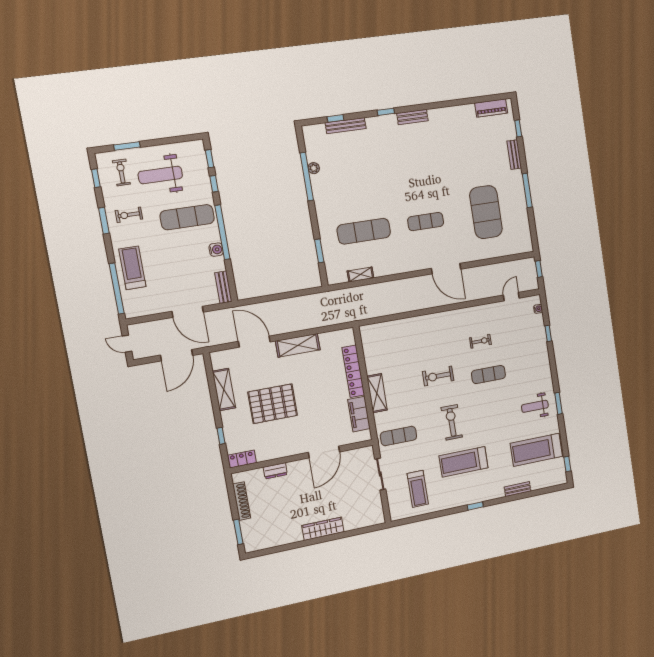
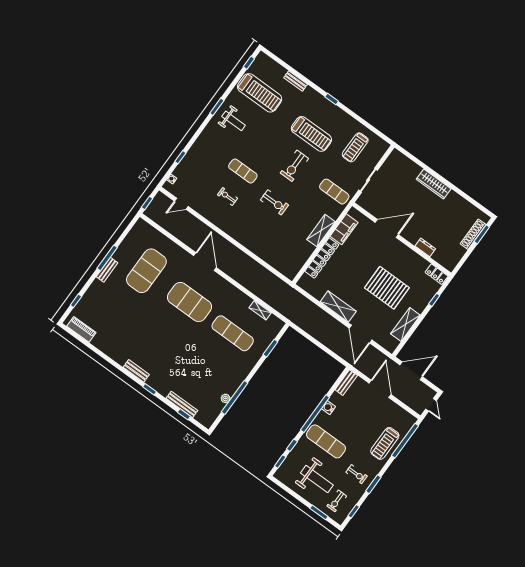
bench: (514, 155) -> (107, 270), moved
exercise mat: (426, 222) -> (190, 302), width x2.00, depth x1.45
treadmill: (418, 489) -> (355, 147), turned 180
shoe rack: (242, 501) -> (473, 234), moved

